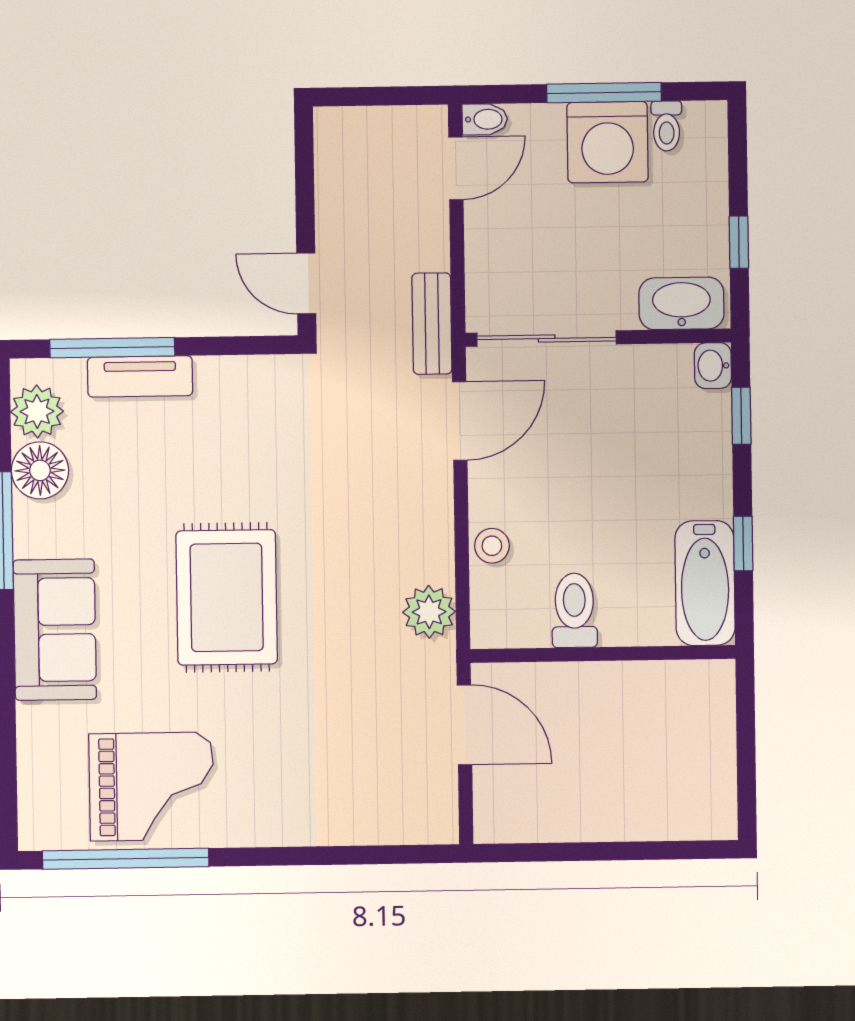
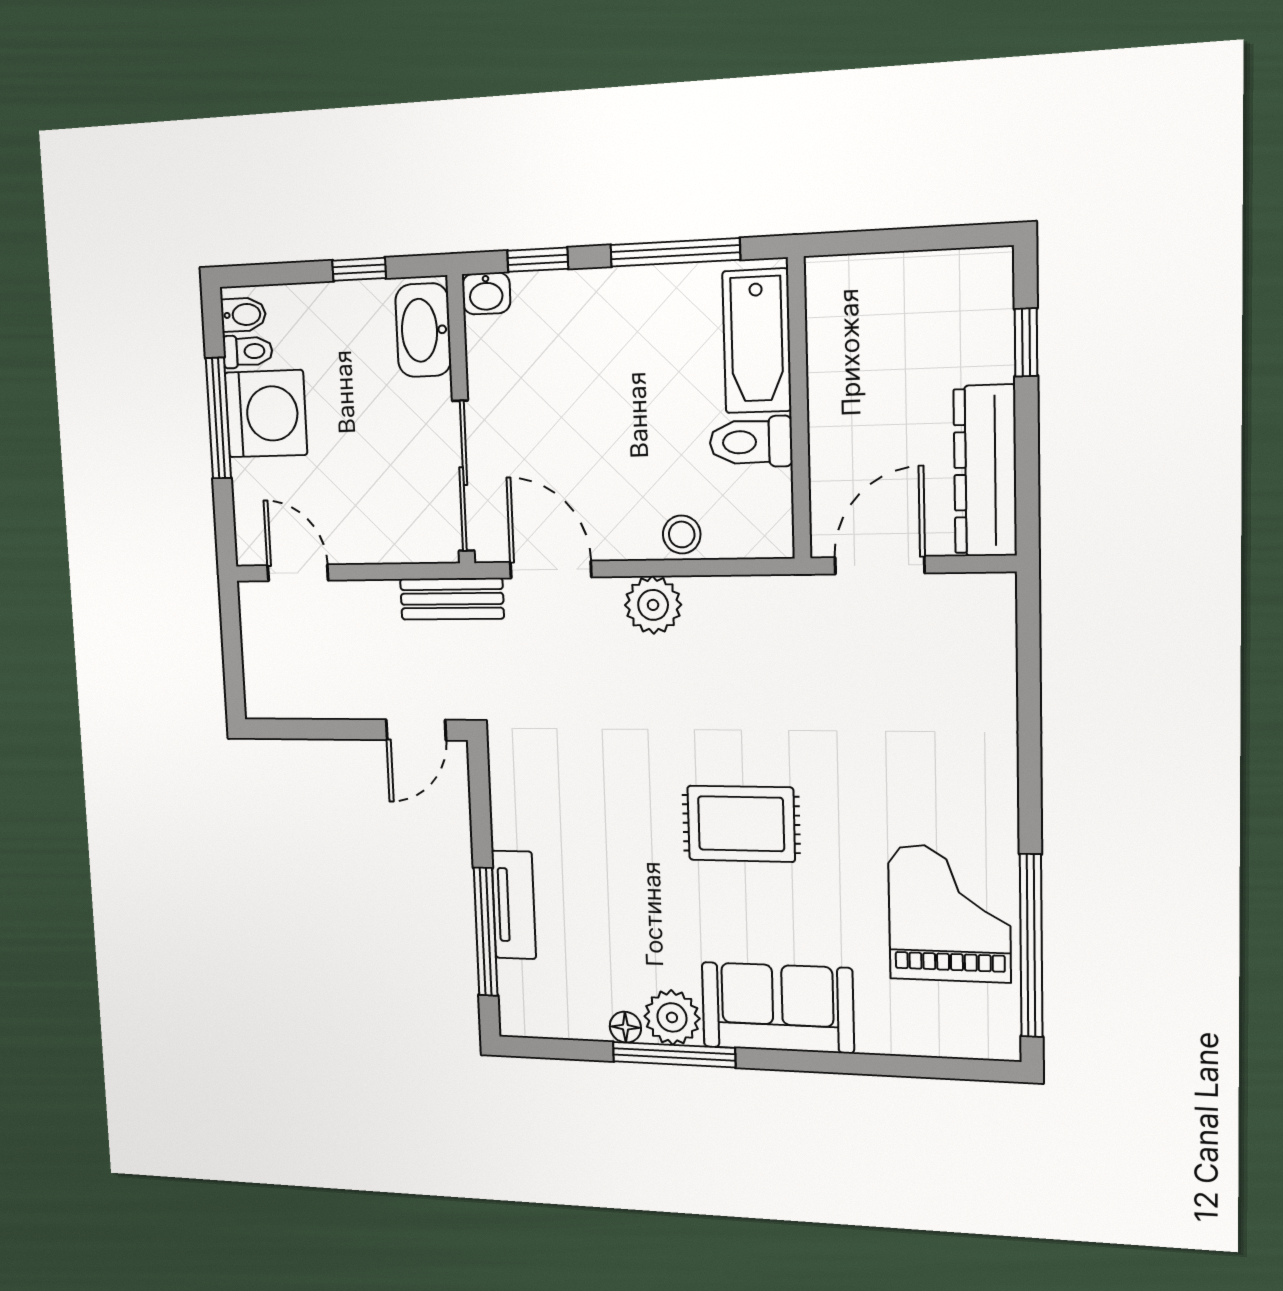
bidet: (485, 119) -> (243, 315), moved, turned 90
plant: (37, 411) -> (672, 1017), moved
floor lamp: (40, 470) -> (625, 1027), width x0.53, depth x0.53
window: (743, 543) -> (675, 252), width x2.17
bathtub: (705, 583) -> (757, 341), moved, turned 90
rug: (227, 597) -> (741, 824), width x0.73, depth x0.70
plant: (429, 612) -> (653, 605), moved
dresser: (547, 817) -> (985, 471), added
window: (656, 850) -> (1026, 342), added

